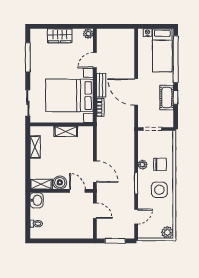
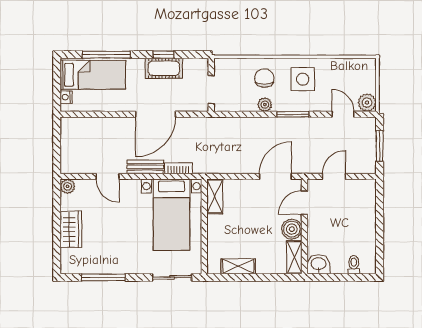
window: (176, 59) -> (106, 55), width x0.68
bed with nightstands: (69, 95) -> (172, 215), width x0.73
shelving: (66, 131) -> (215, 196), moved
plant: (167, 232) -> (367, 103), moved

